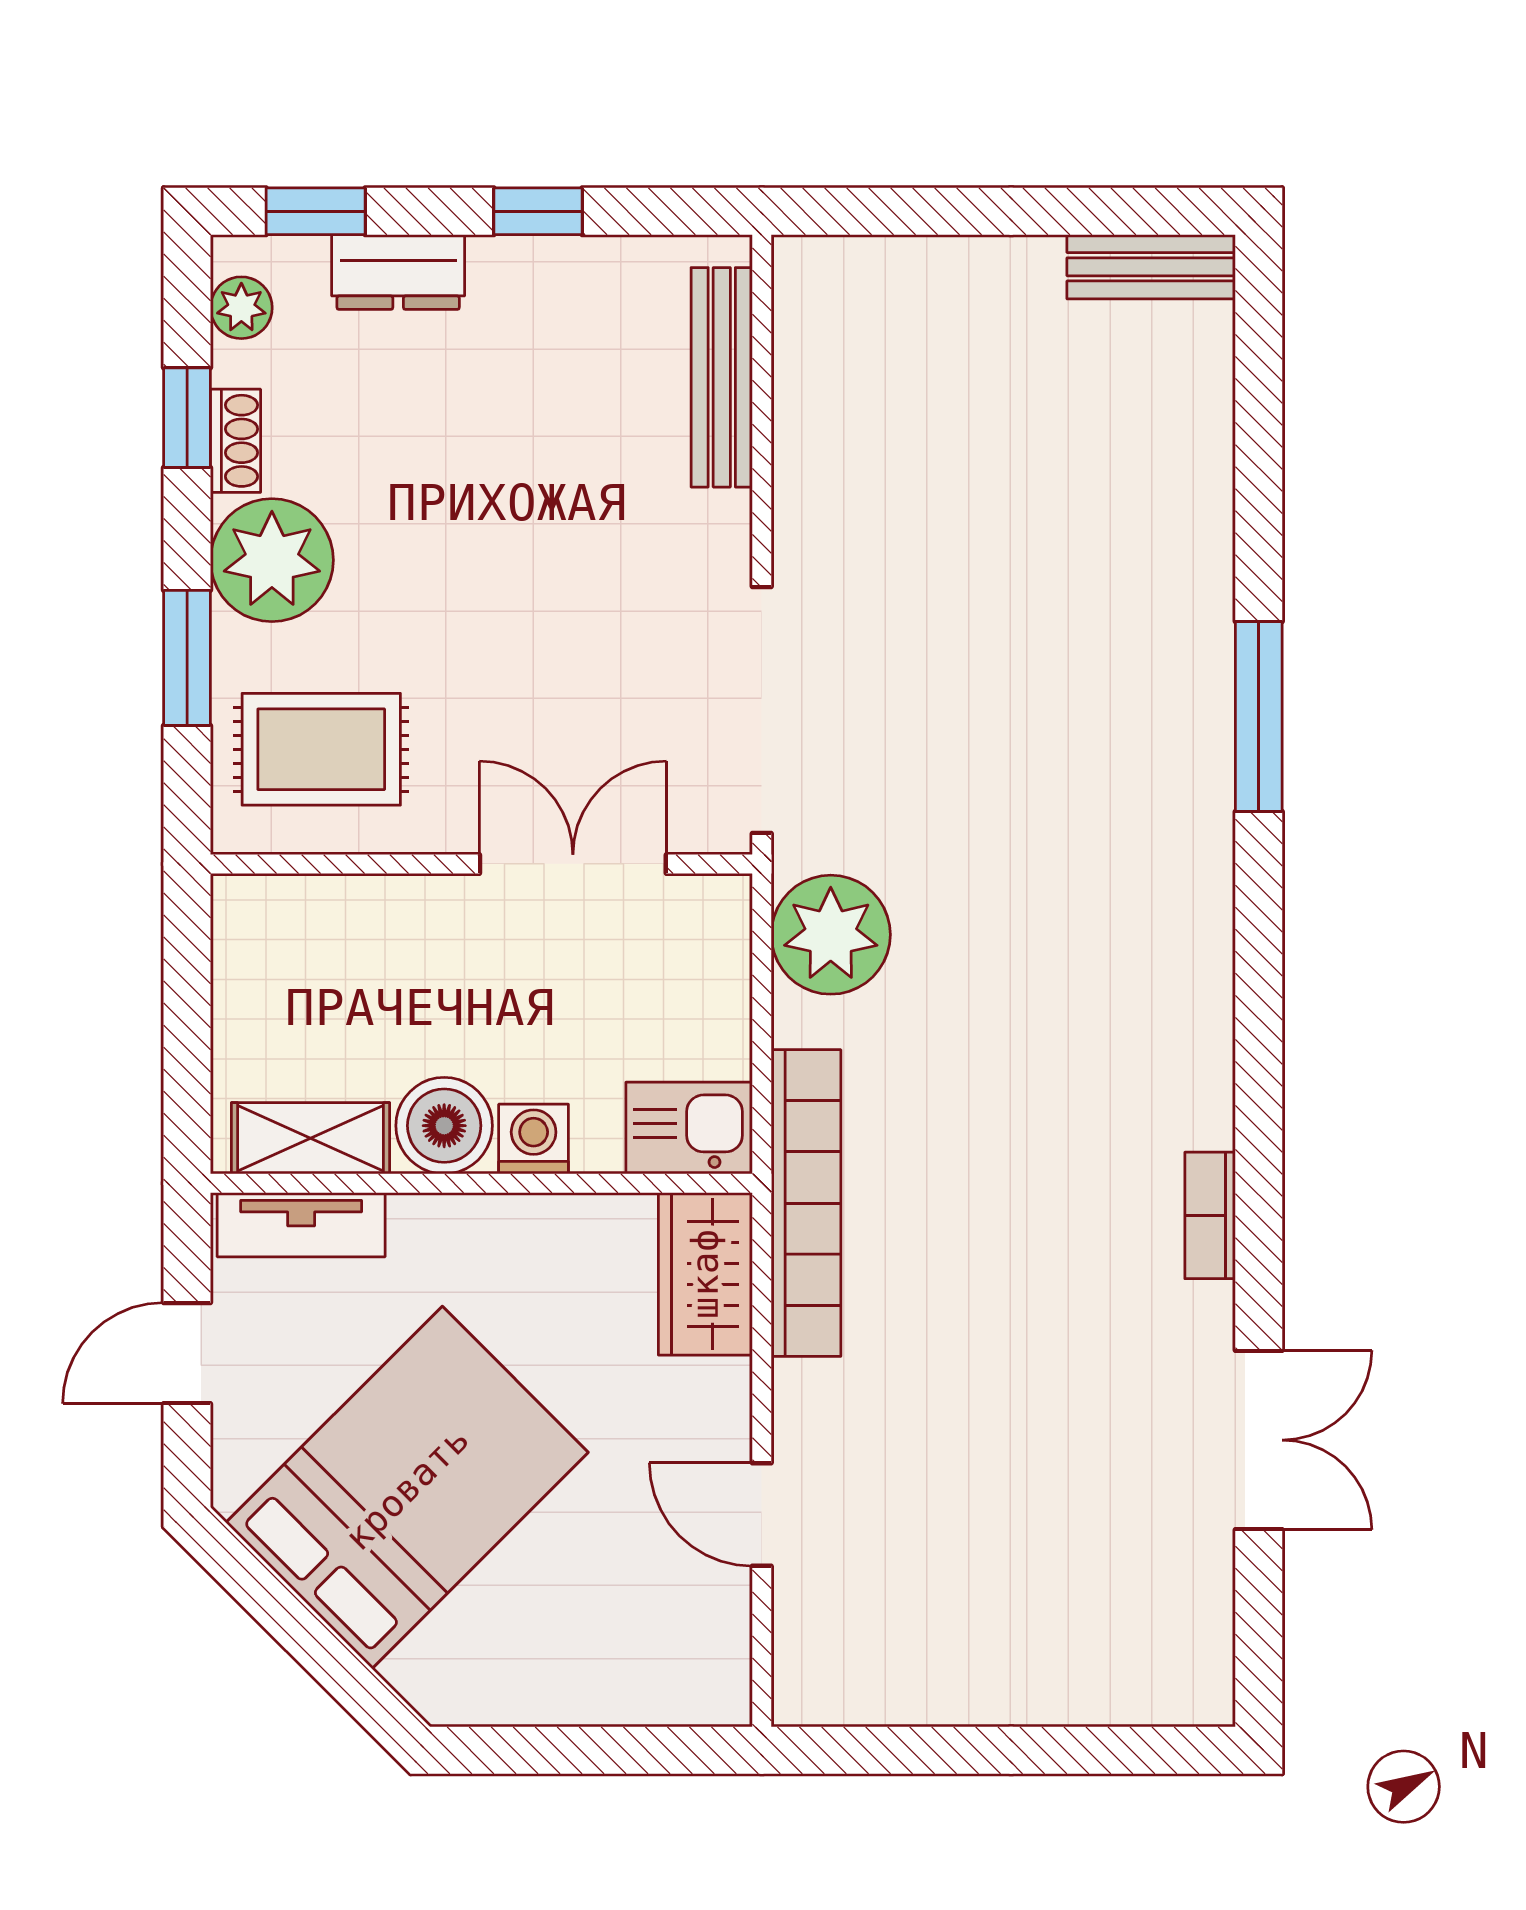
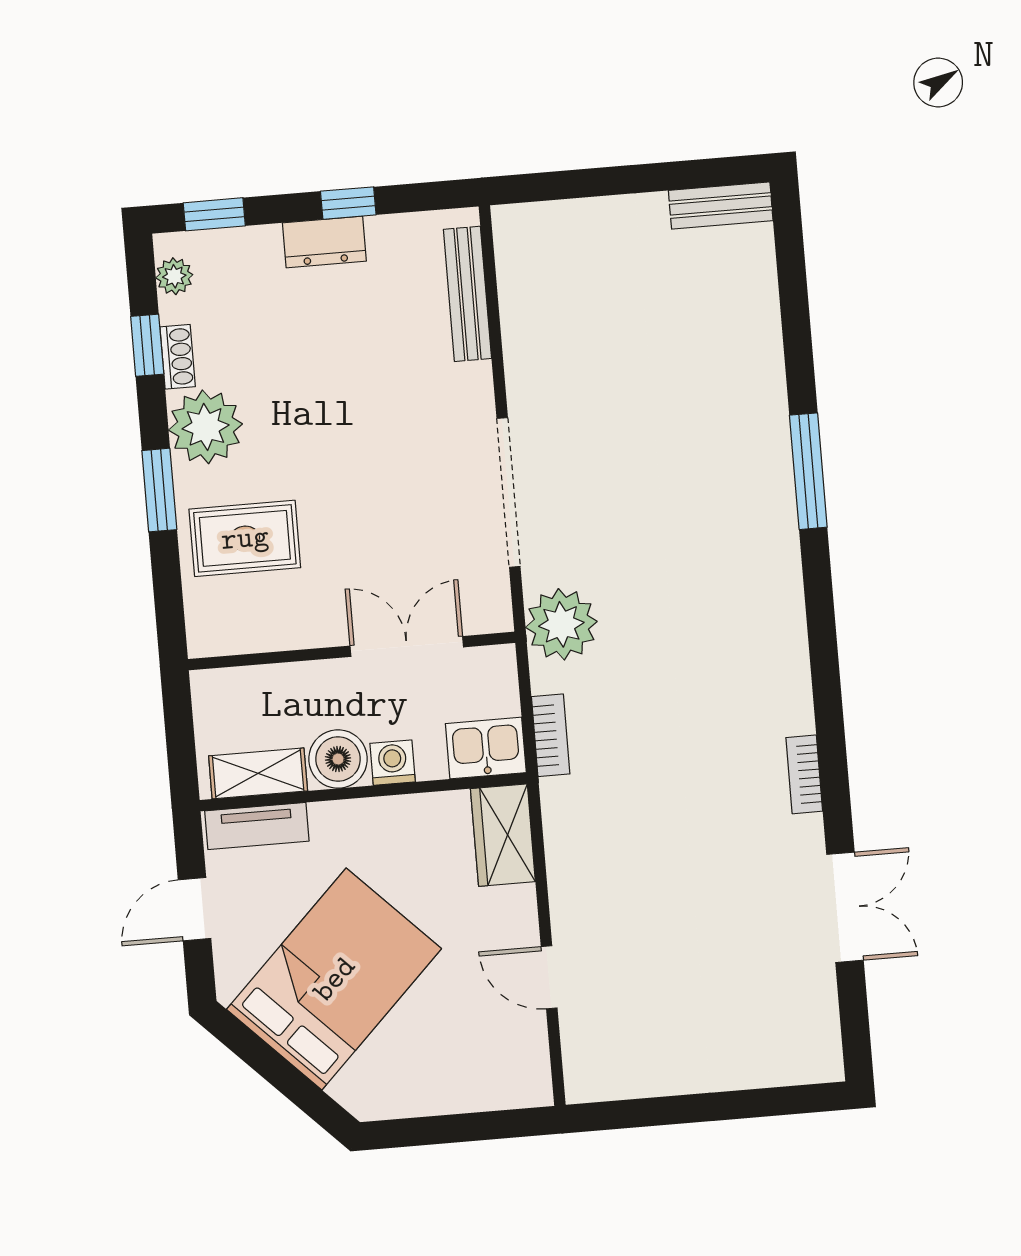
dresser: (398, 272) -> (324, 242), moved
wall: (481, 864) -> (352, 651), moved
double door: (573, 864) -> (407, 646), moved
bookcase: (806, 1203) -> (551, 735), width x0.43, depth x0.76

